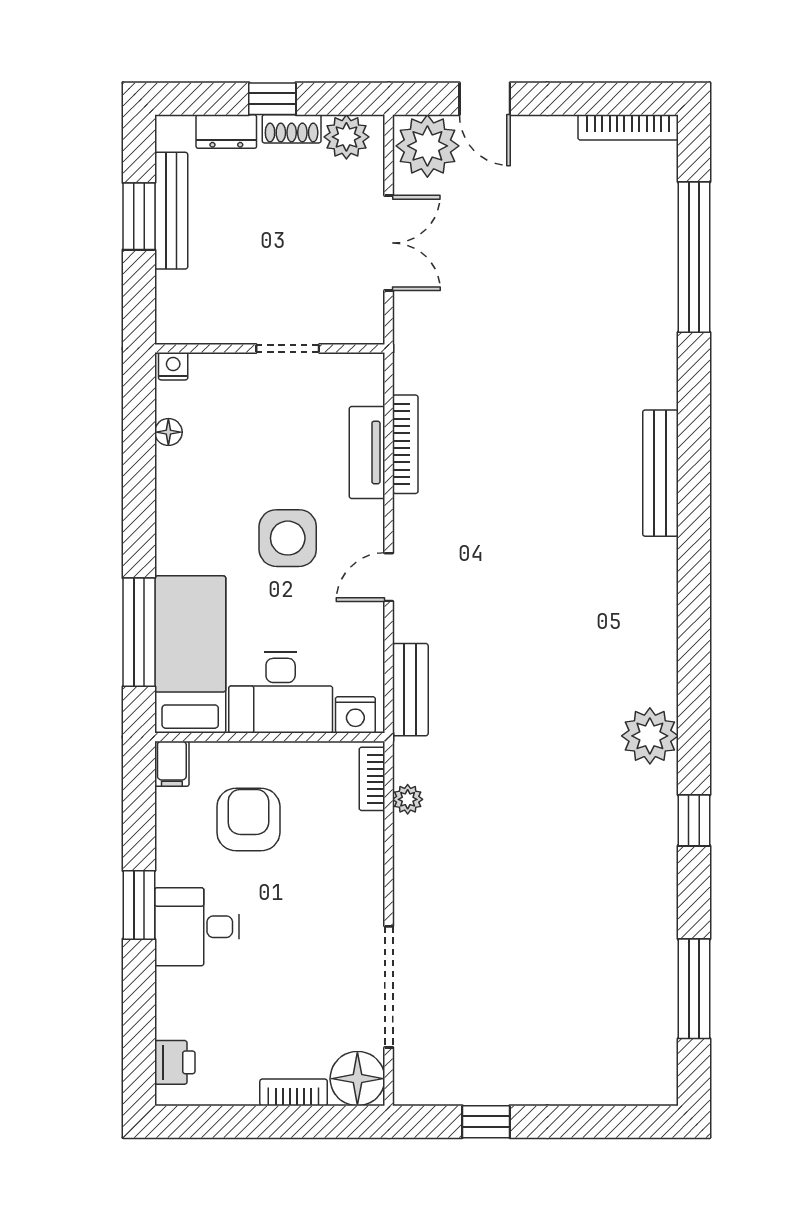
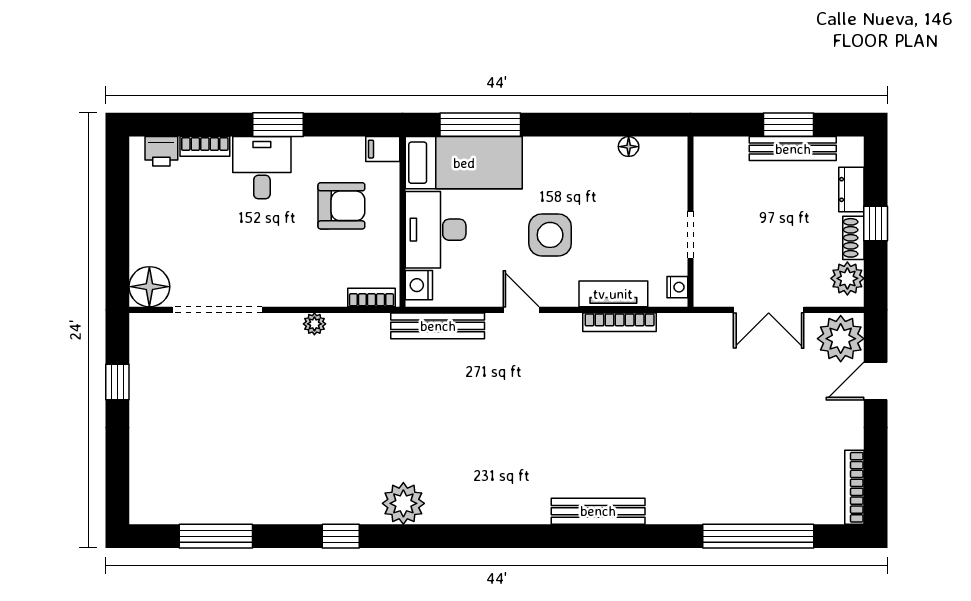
nightstand: (173, 366) -> (677, 287), moved
bench: (410, 690) -> (438, 326), width x1.36
plant: (408, 799) -> (314, 324), moved
bookcase: (294, 1092) -> (205, 146), moved, turned 90

